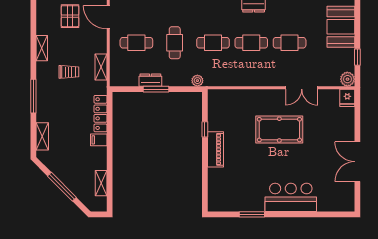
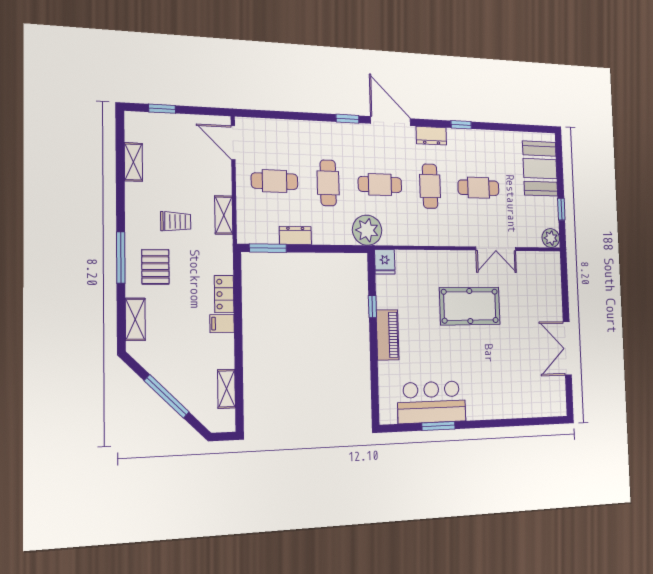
pallet: (70, 16) -> (155, 267), moved
cafe table: (251, 43) -> (430, 186), turned 90
shelving: (42, 48) -> (133, 162), moved
plant: (197, 81) -> (367, 230), width x1.87, depth x1.87
window: (156, 89) -> (268, 248), moved
fridge: (347, 98) -> (385, 262), moved
locker: (101, 114) -> (224, 294), width x0.66
bar counter: (291, 197) -> (432, 402), moved

